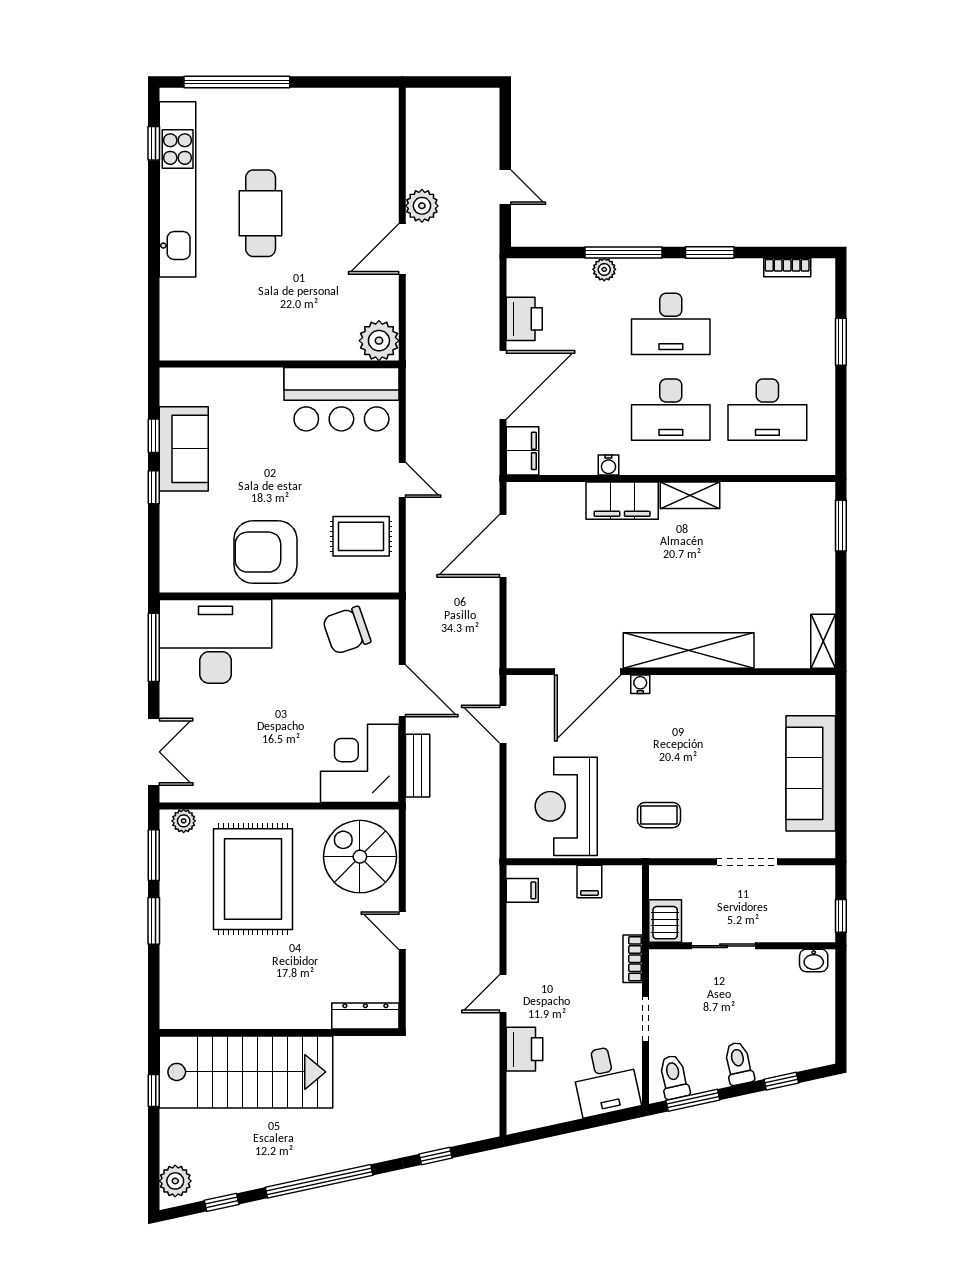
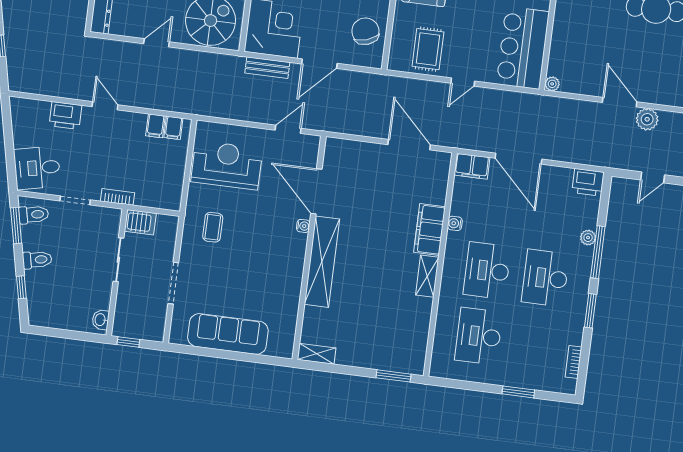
printer: (524, 319) -> (588, 182), moved
plant: (379, 341) -> (552, 84), width x0.53, depth x0.53
filing cabinet: (589, 882) -> (155, 126), moved, turned -90

